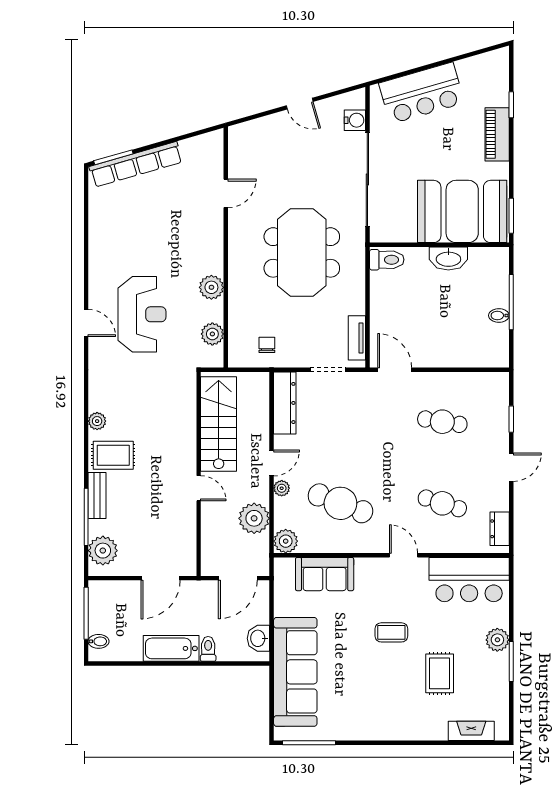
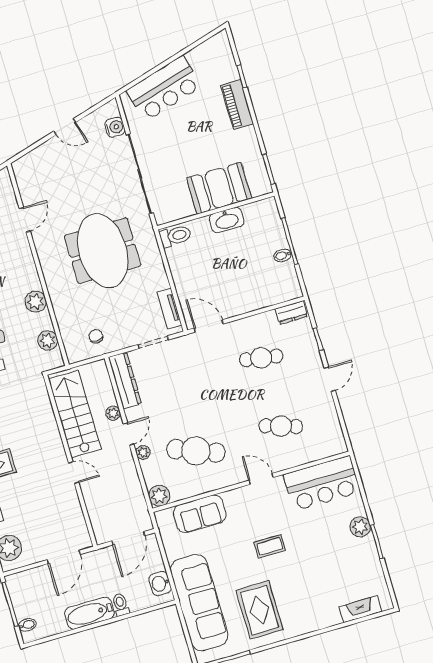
booth: (462, 211) -> (219, 188), width x0.73, depth x0.70
plant: (254, 518) -> (113, 413), moved, width x0.53, depth x0.53
dresser: (500, 529) -> (291, 313), moved, turned -90
rug: (440, 673) -> (259, 610), moved, width x1.36, depth x1.43

